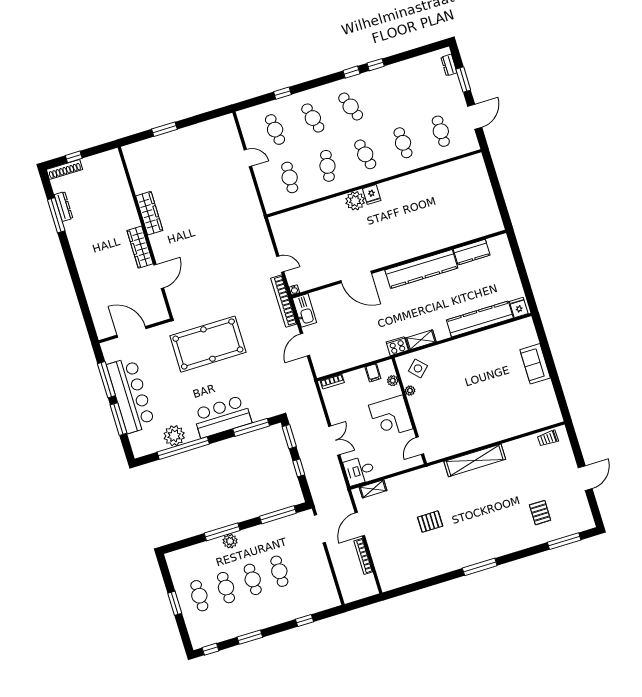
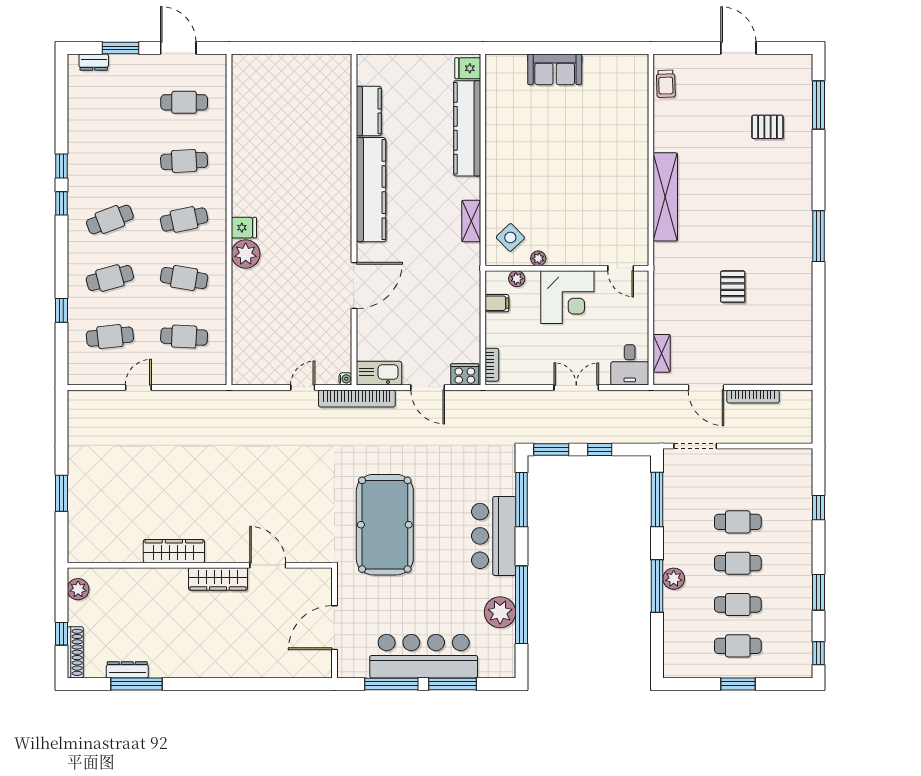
plant: (106, 159) -> (78, 589), added
cooker: (397, 346) -> (465, 374), moved, turned 90

